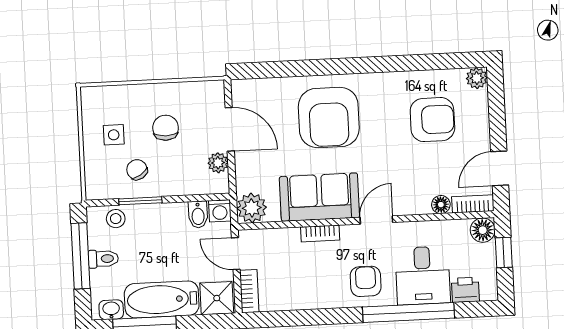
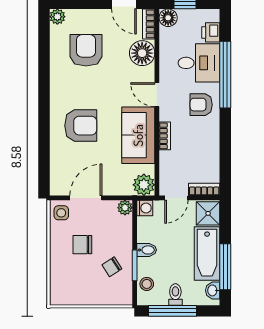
armchair: (329, 117) -> (81, 126), width x0.73, depth x0.73
side table: (114, 135) -> (61, 213), moved
plant: (218, 163) -> (125, 208), moved
floor lamp: (441, 205) -> (142, 53), width x1.89, depth x1.89
bidet: (198, 215) -> (147, 250), moved

